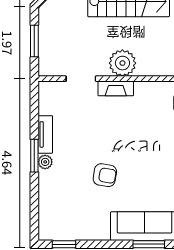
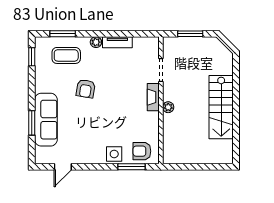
plant: (122, 63) -> (168, 107), width x0.53, depth x0.53
window: (34, 156) -> (63, 34), moved
coffee table: (62, 200) -> (66, 55), added

